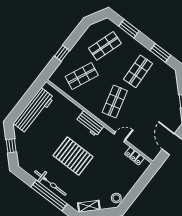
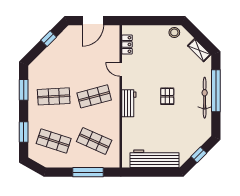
window: (62, 53) -> (88, 172), width x2.17
pallet: (73, 156) -> (167, 96), width x0.49, depth x0.50

